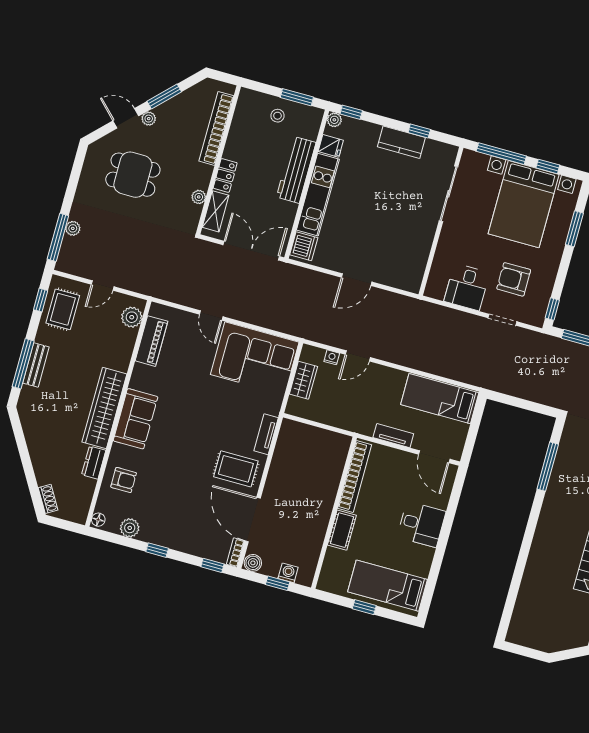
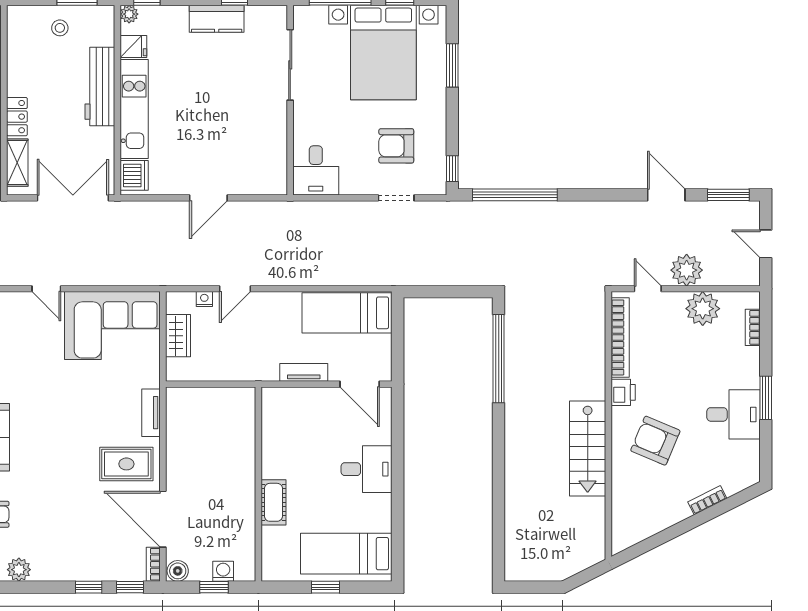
desk: (467, 287) -> (316, 170), moved
window: (548, 467) -> (499, 359), width x1.46
bookcase: (355, 477) -> (271, 434), removed
window: (157, 550) -> (89, 587), moved

